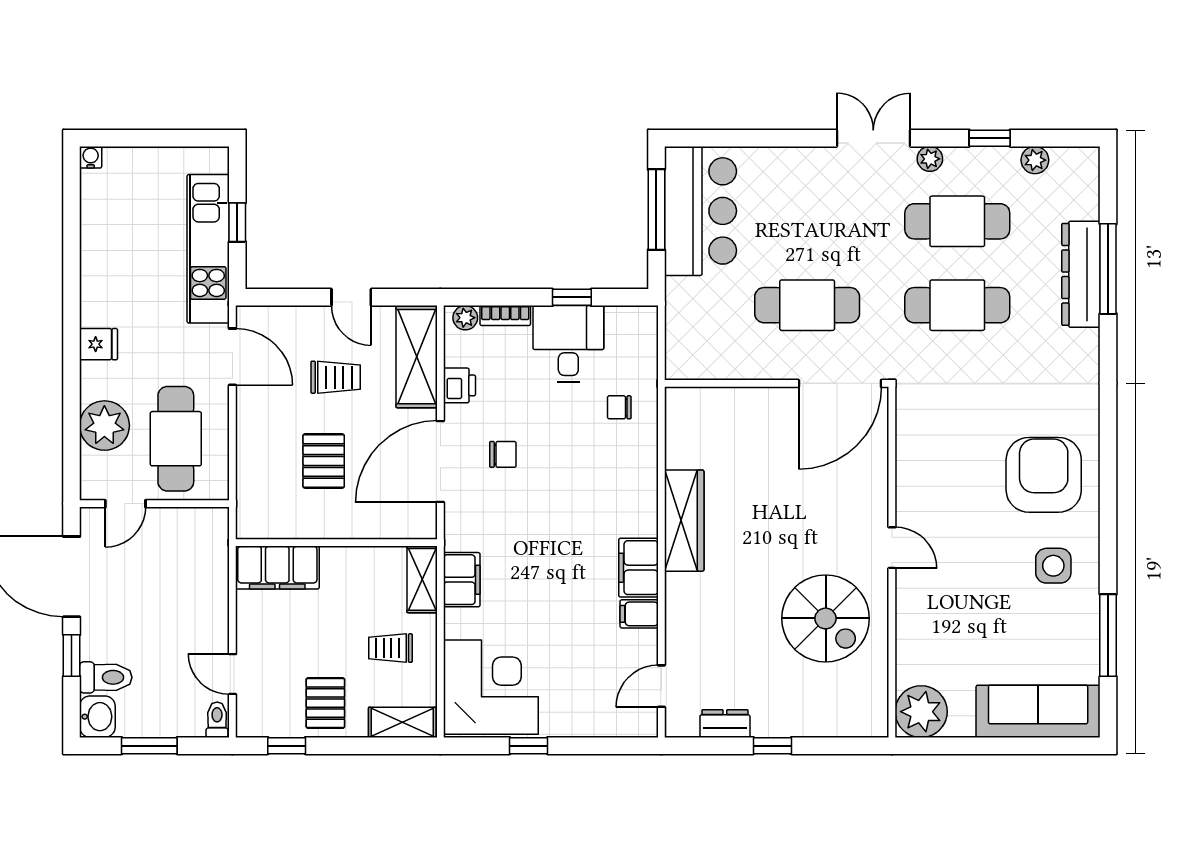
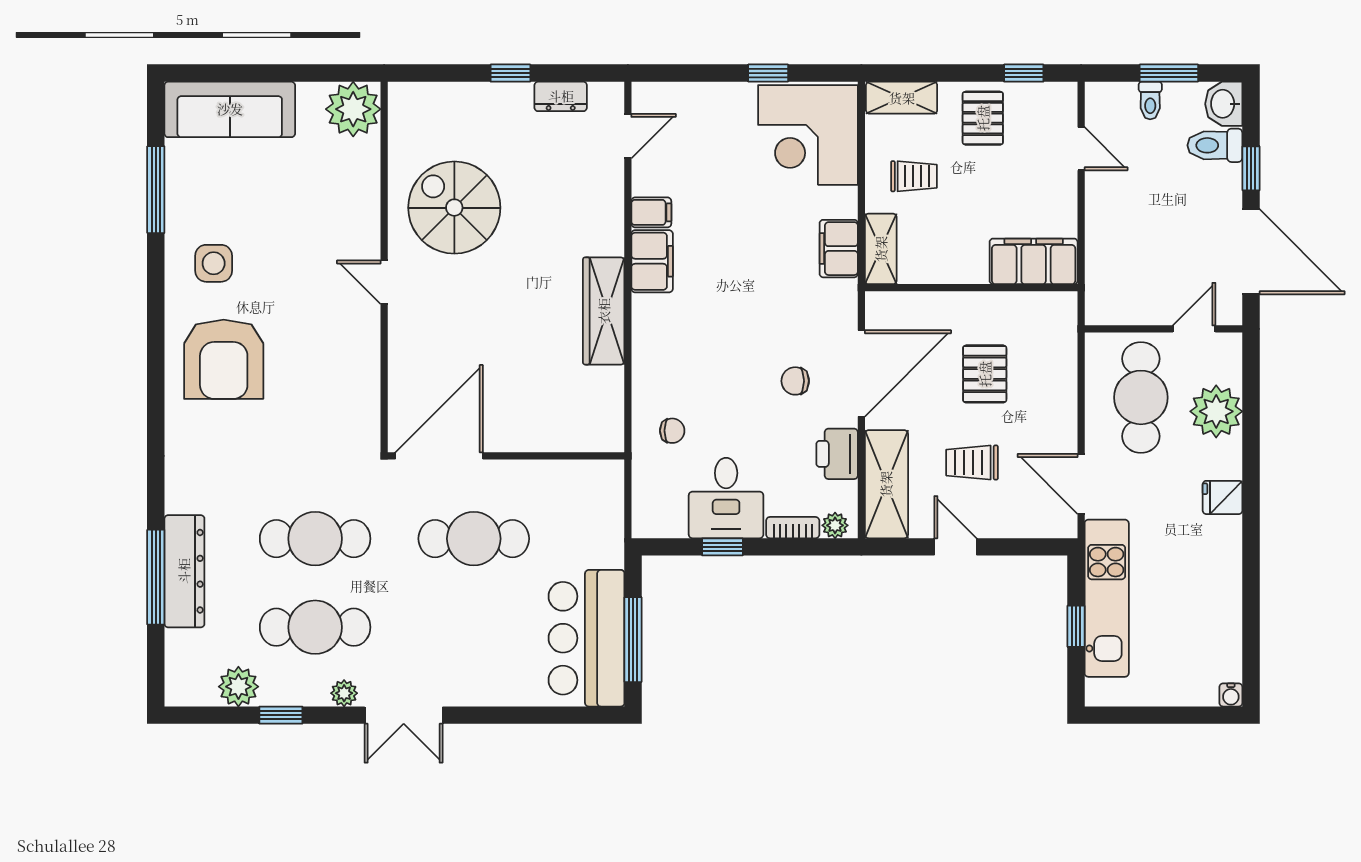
plant: (1035, 160) -> (238, 687), width x1.38, depth x1.38
printer: (459, 385) -> (837, 454), width x1.36, depth x1.24
toilet: (217, 720) -> (1150, 100), moved

